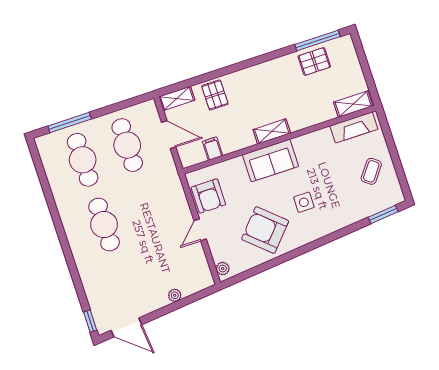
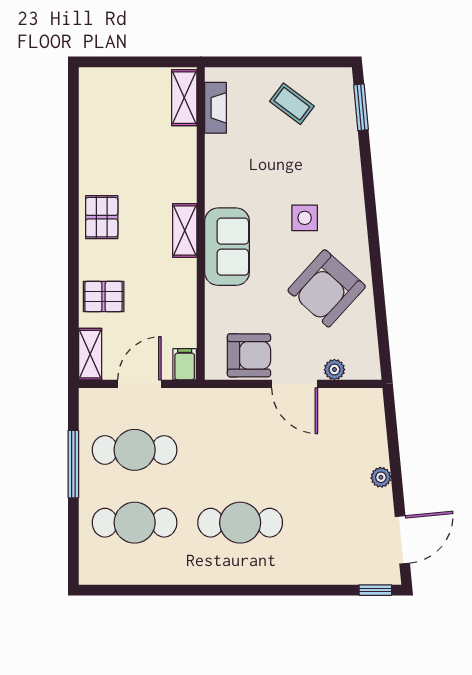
window: (318, 40) -> (73, 119), removed
pallet: (314, 61) -> (102, 217), moved
window: (70, 122) -> (73, 464), moved
fireplace: (354, 127) -> (215, 108), width x0.73, depth x0.76
filing cabinet: (212, 149) -> (185, 364), moved, turned 90
door: (200, 230) -> (295, 384), width x1.38
plant: (223, 269) -> (334, 370), moved
plant: (175, 295) -> (381, 477), moved

